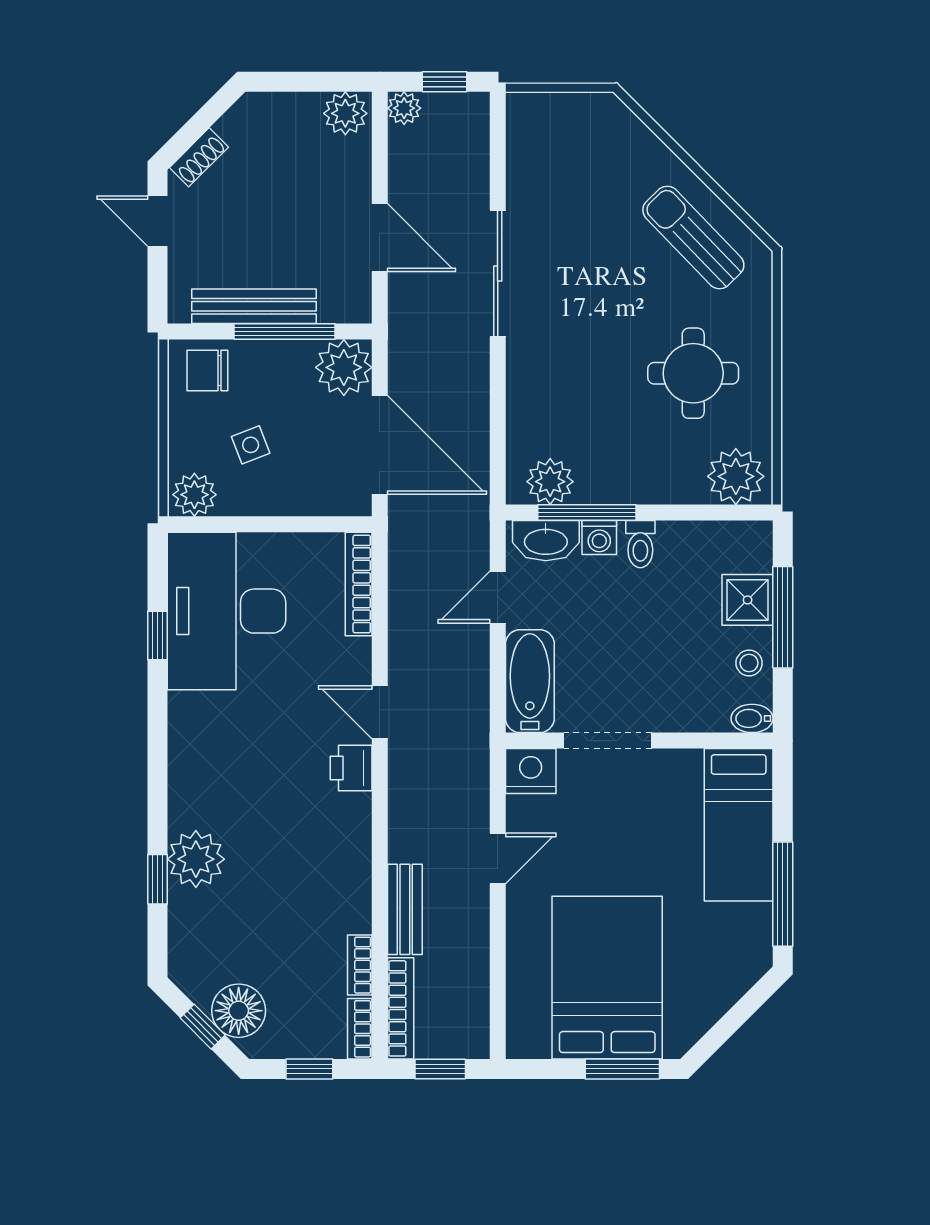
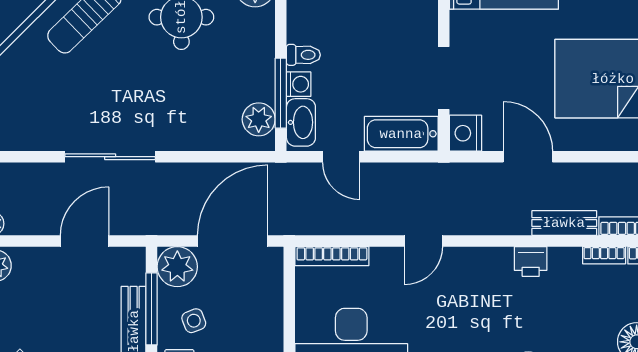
side table: (251, 445) -> (194, 321), moved
printer: (351, 768) -> (531, 261), moved
door: (498, 858) -> (528, 157), width x1.38

